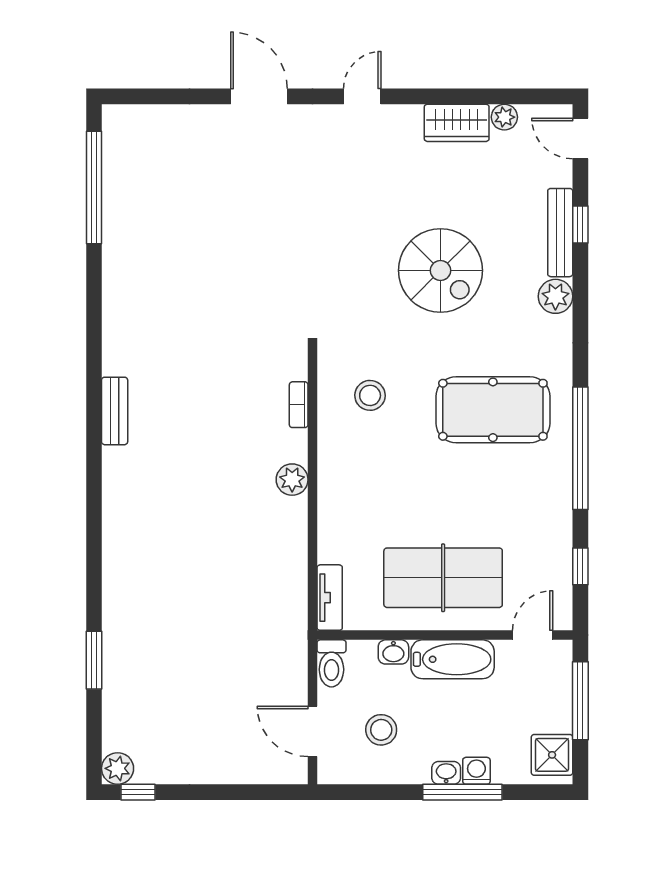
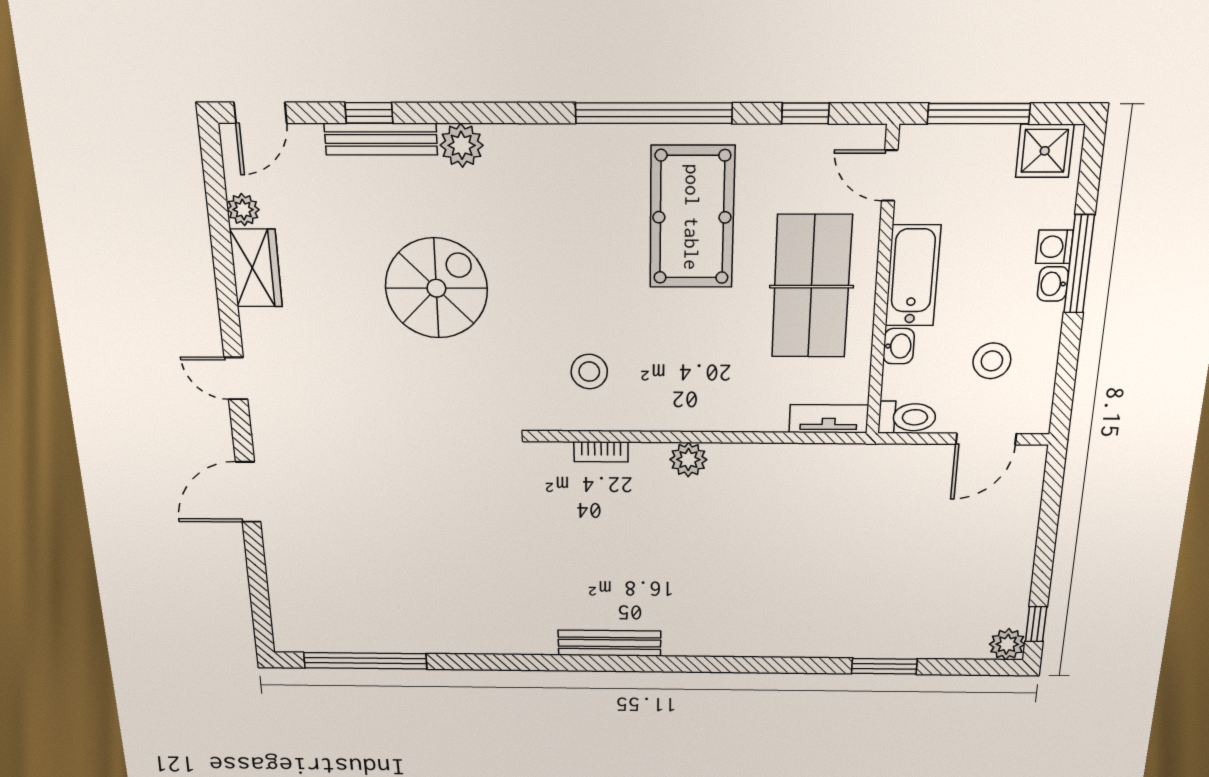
pool table: (493, 410) -> (692, 217), moved
bench: (115, 411) -> (609, 643), width x1.36

